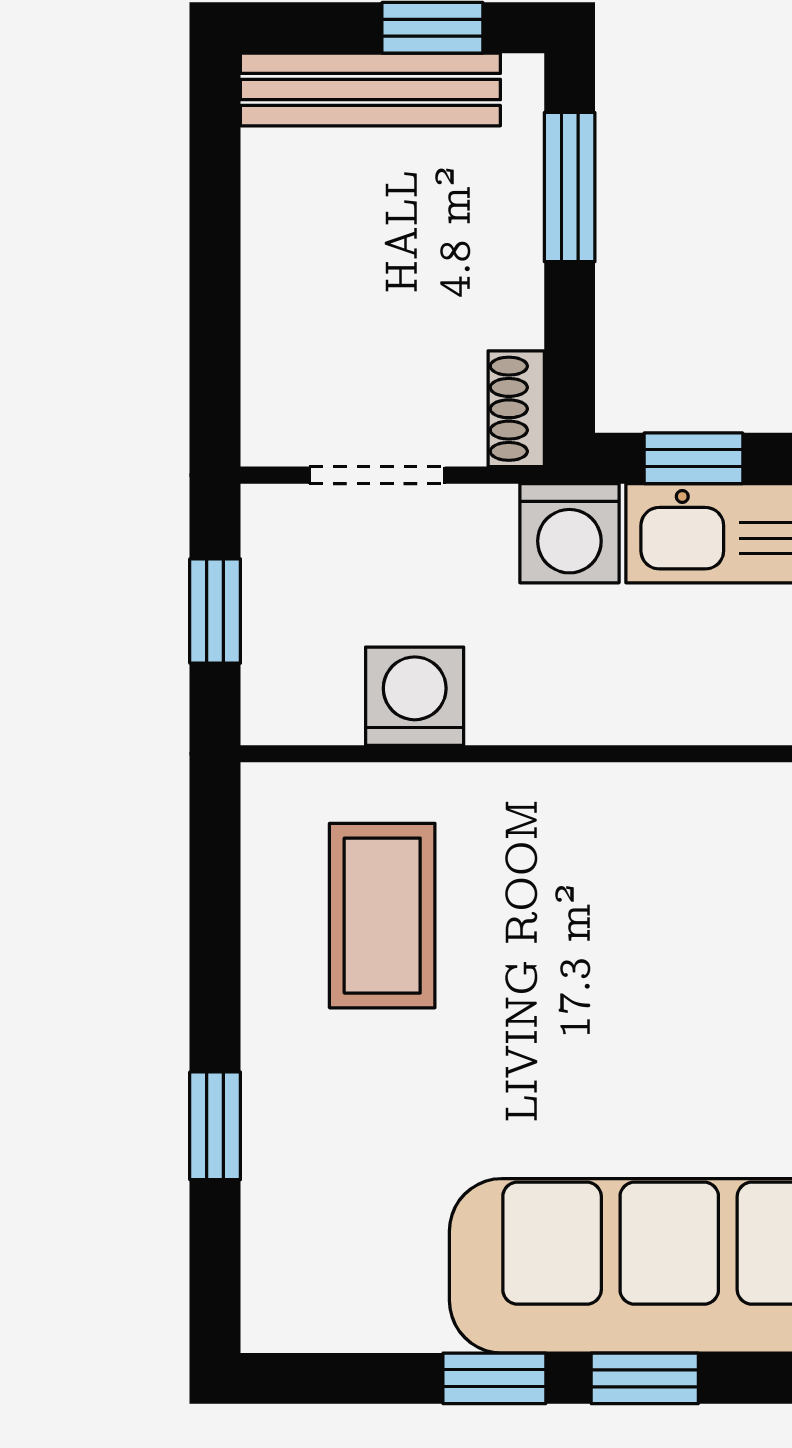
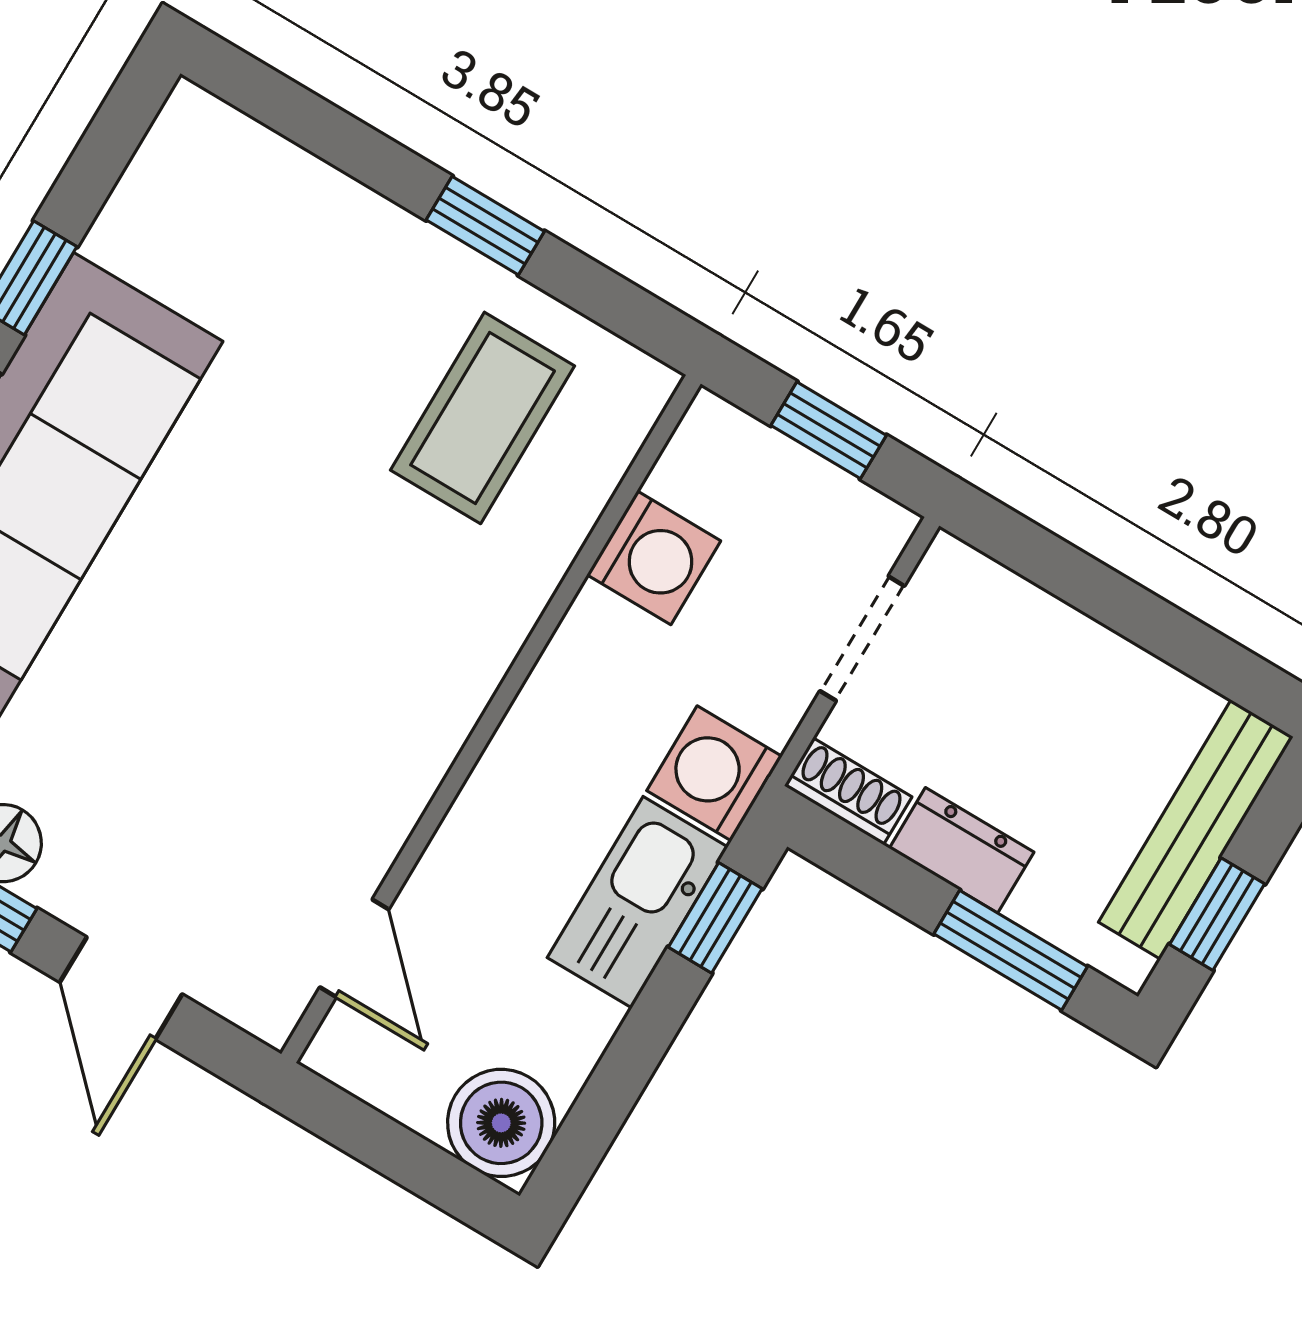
dresser: (509, 281) -> (962, 850), added
coffee table: (382, 916) -> (483, 418), turned 90
window: (215, 1126) -> (485, 226), moved

